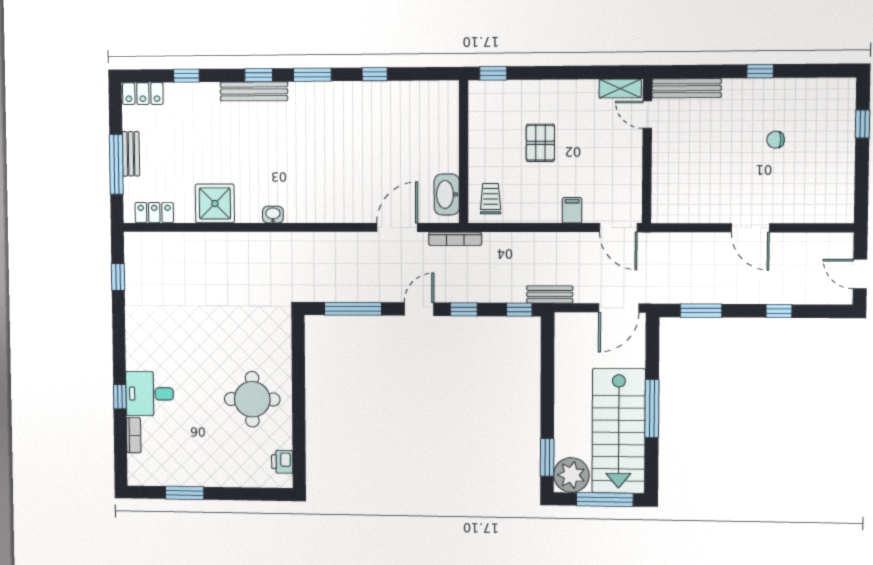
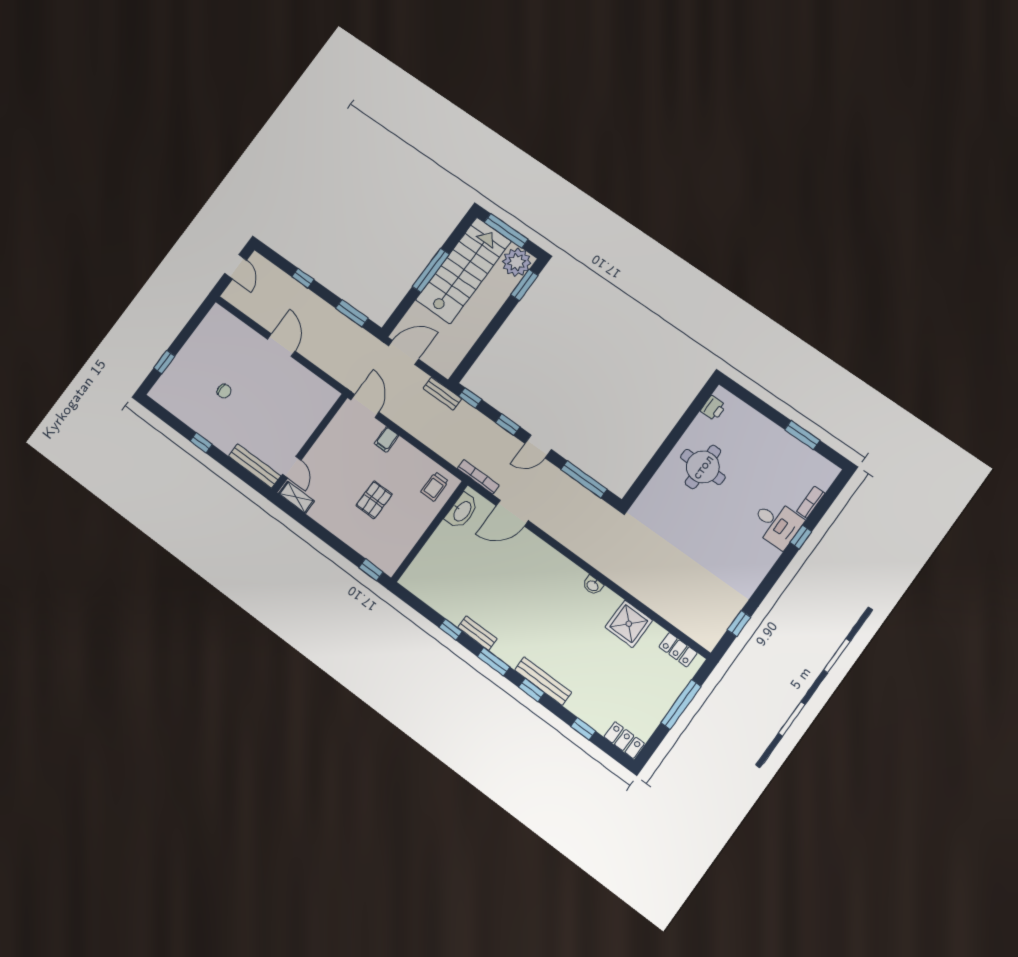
bench: (131, 154) -> (477, 633), moved, turned 90

